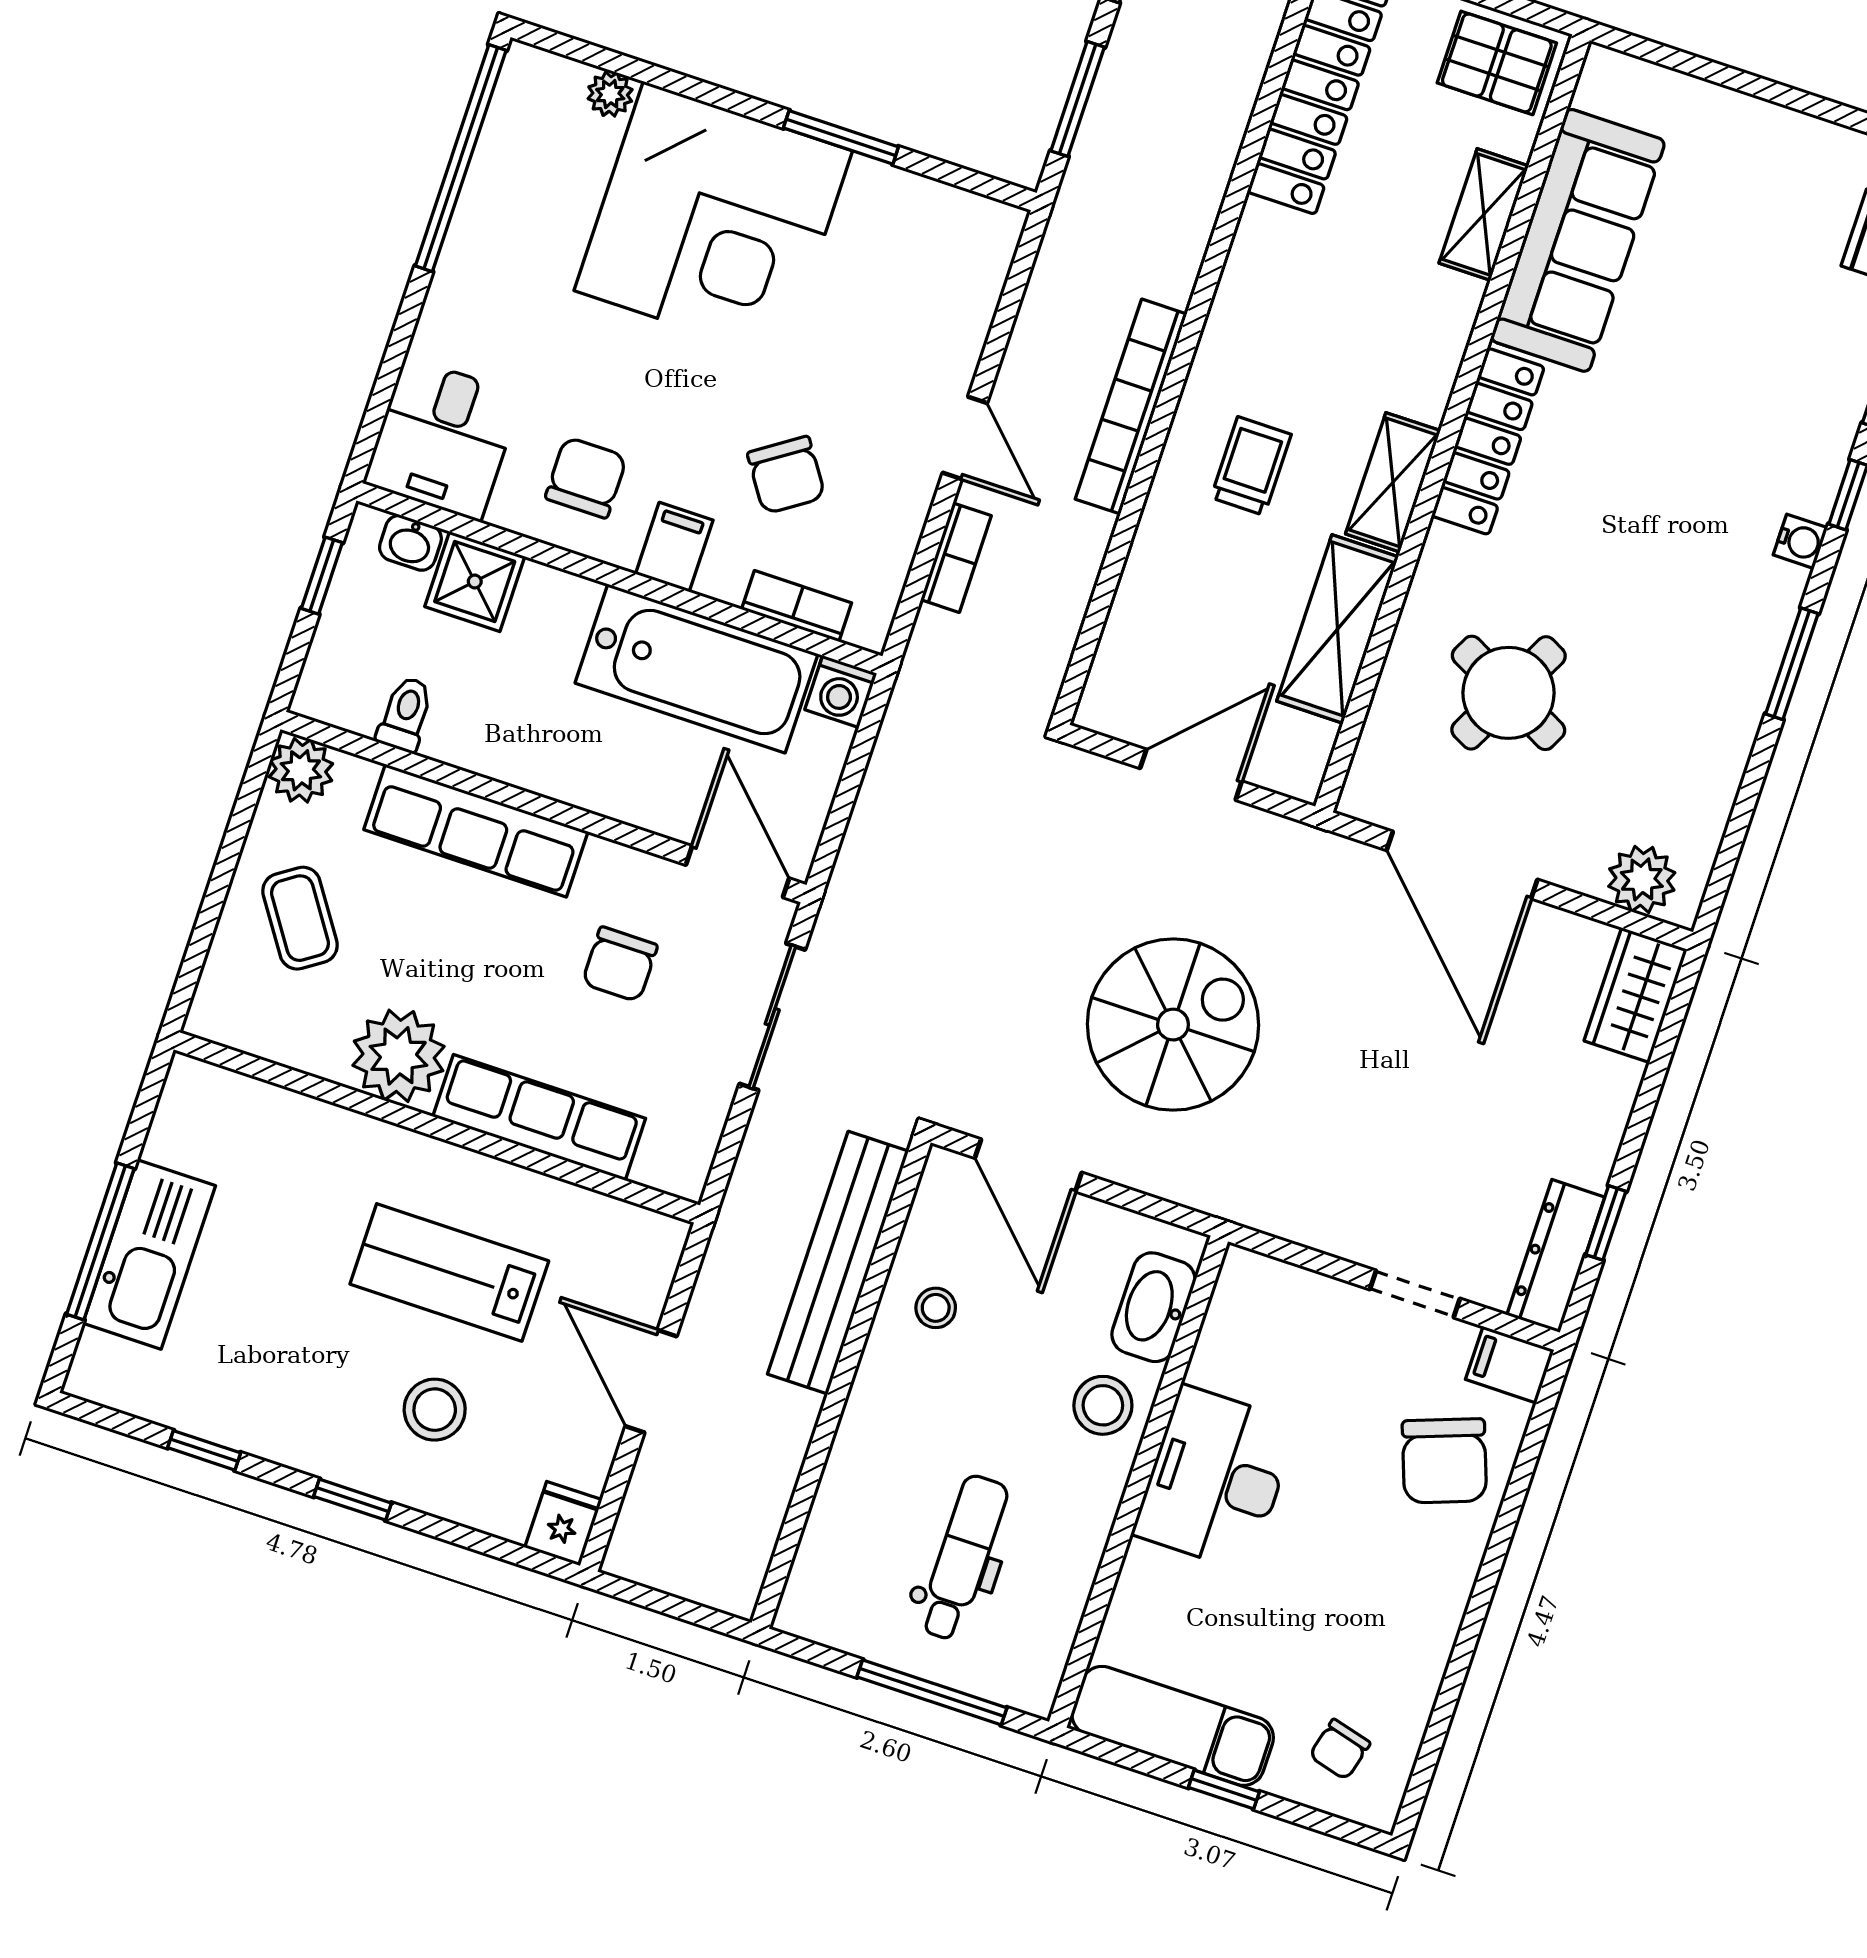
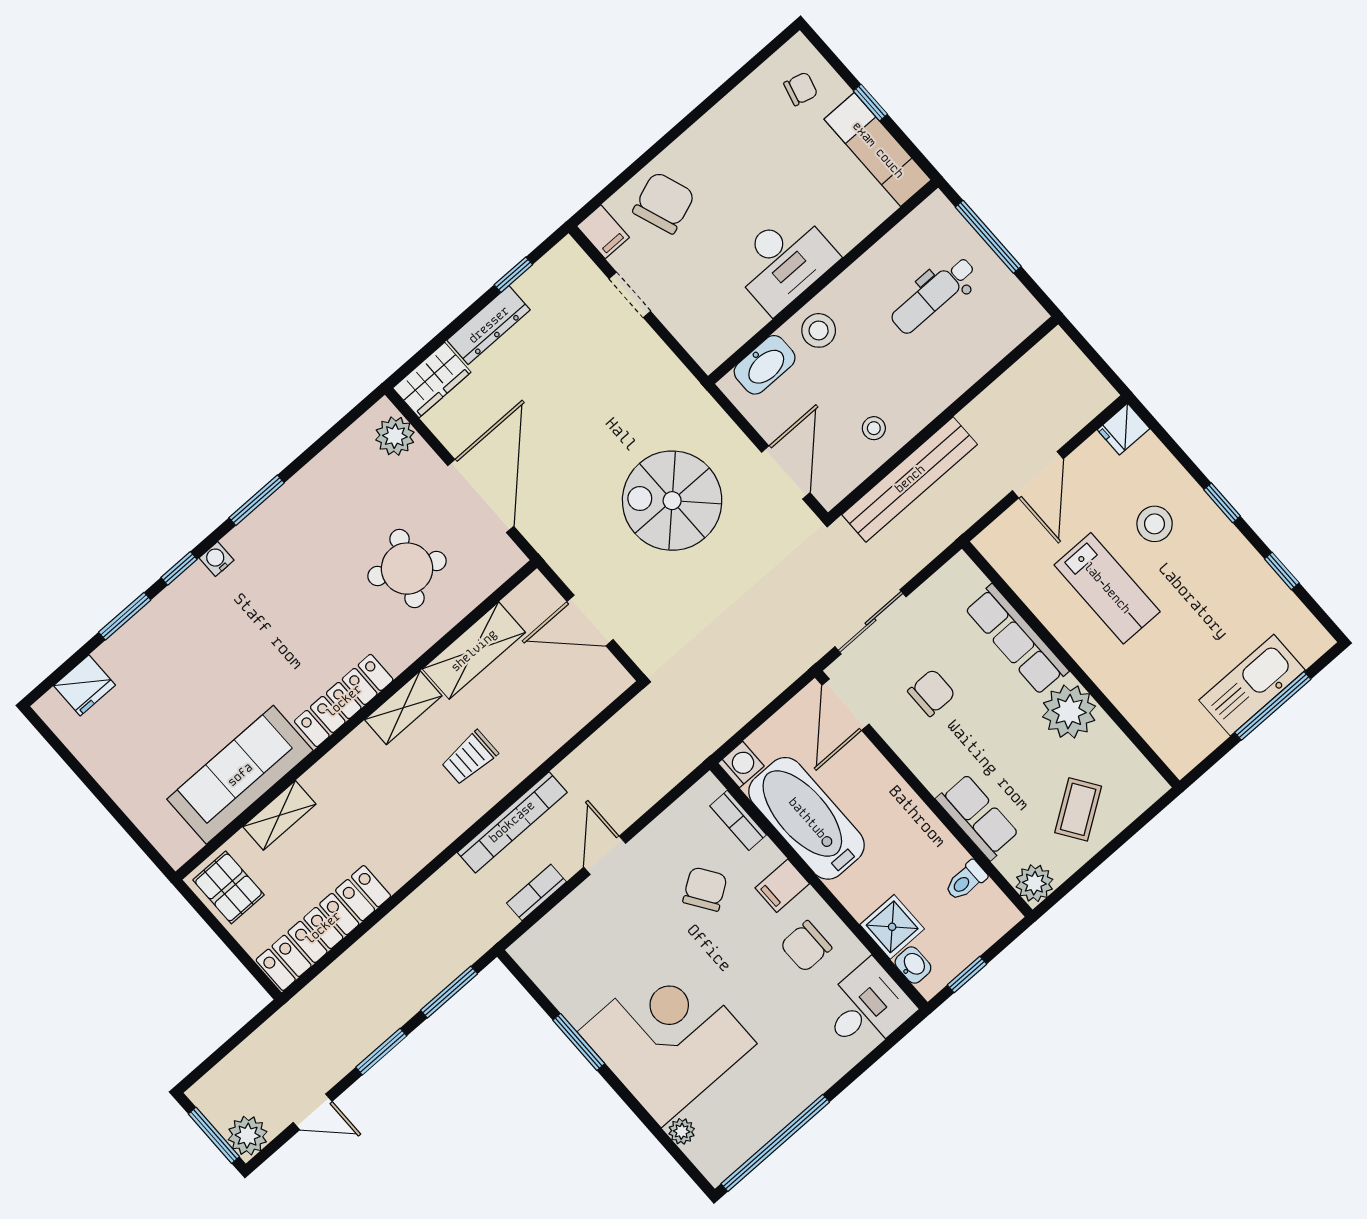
bookcase: (956, 558) -> (536, 893), moved
row of seats: (476, 831) -> (978, 817), width x0.68
dresser: (1556, 1256) -> (489, 325), moved

